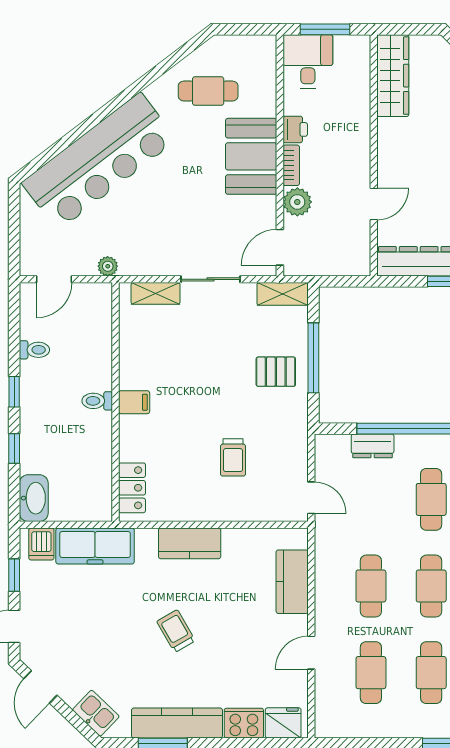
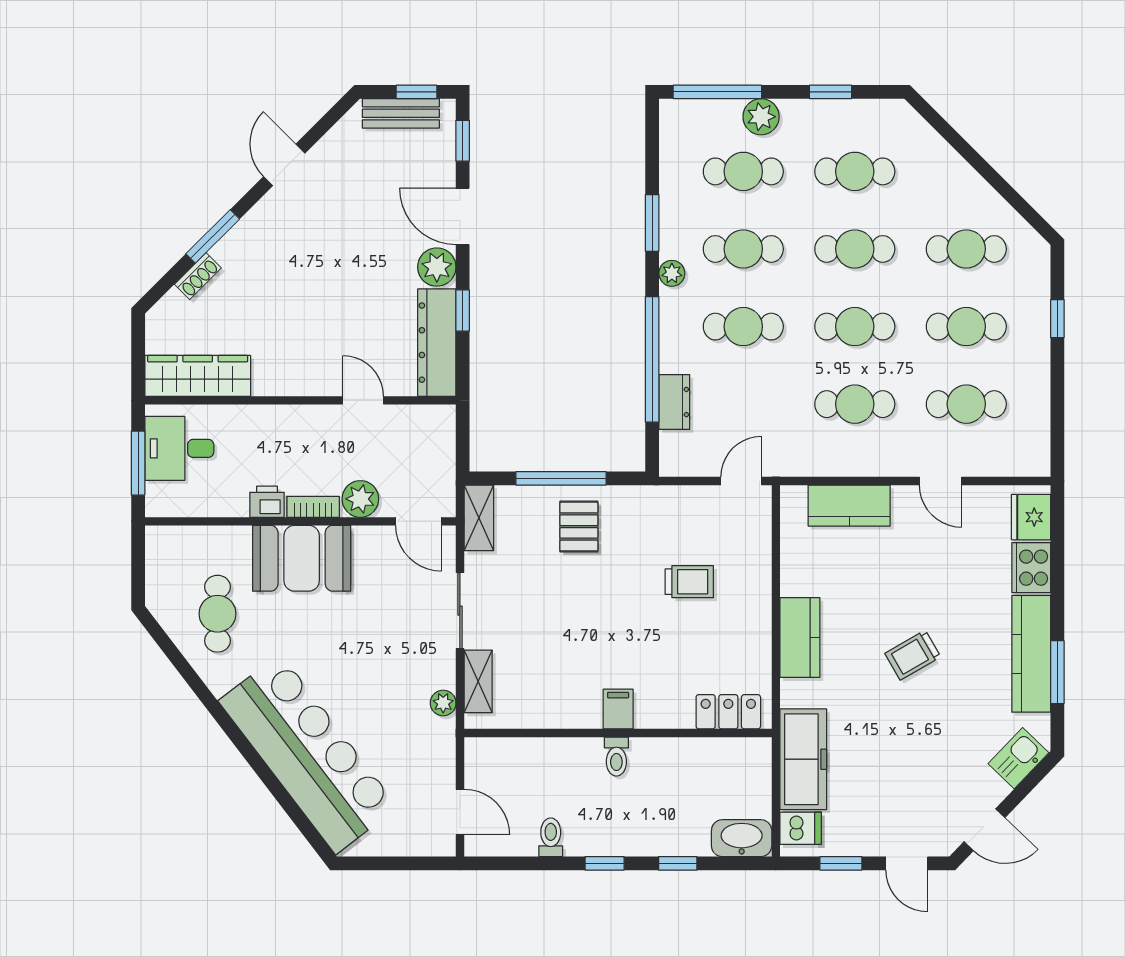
desk: (308, 61) -> (179, 448), moved
plant: (108, 266) -> (443, 703), moved

